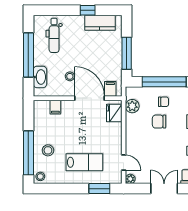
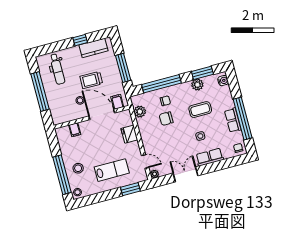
trolley: (88, 57) -> (91, 80), added
washbasin: (40, 77) -> (55, 108), removed
fridge: (114, 113) -> (129, 134), moved

